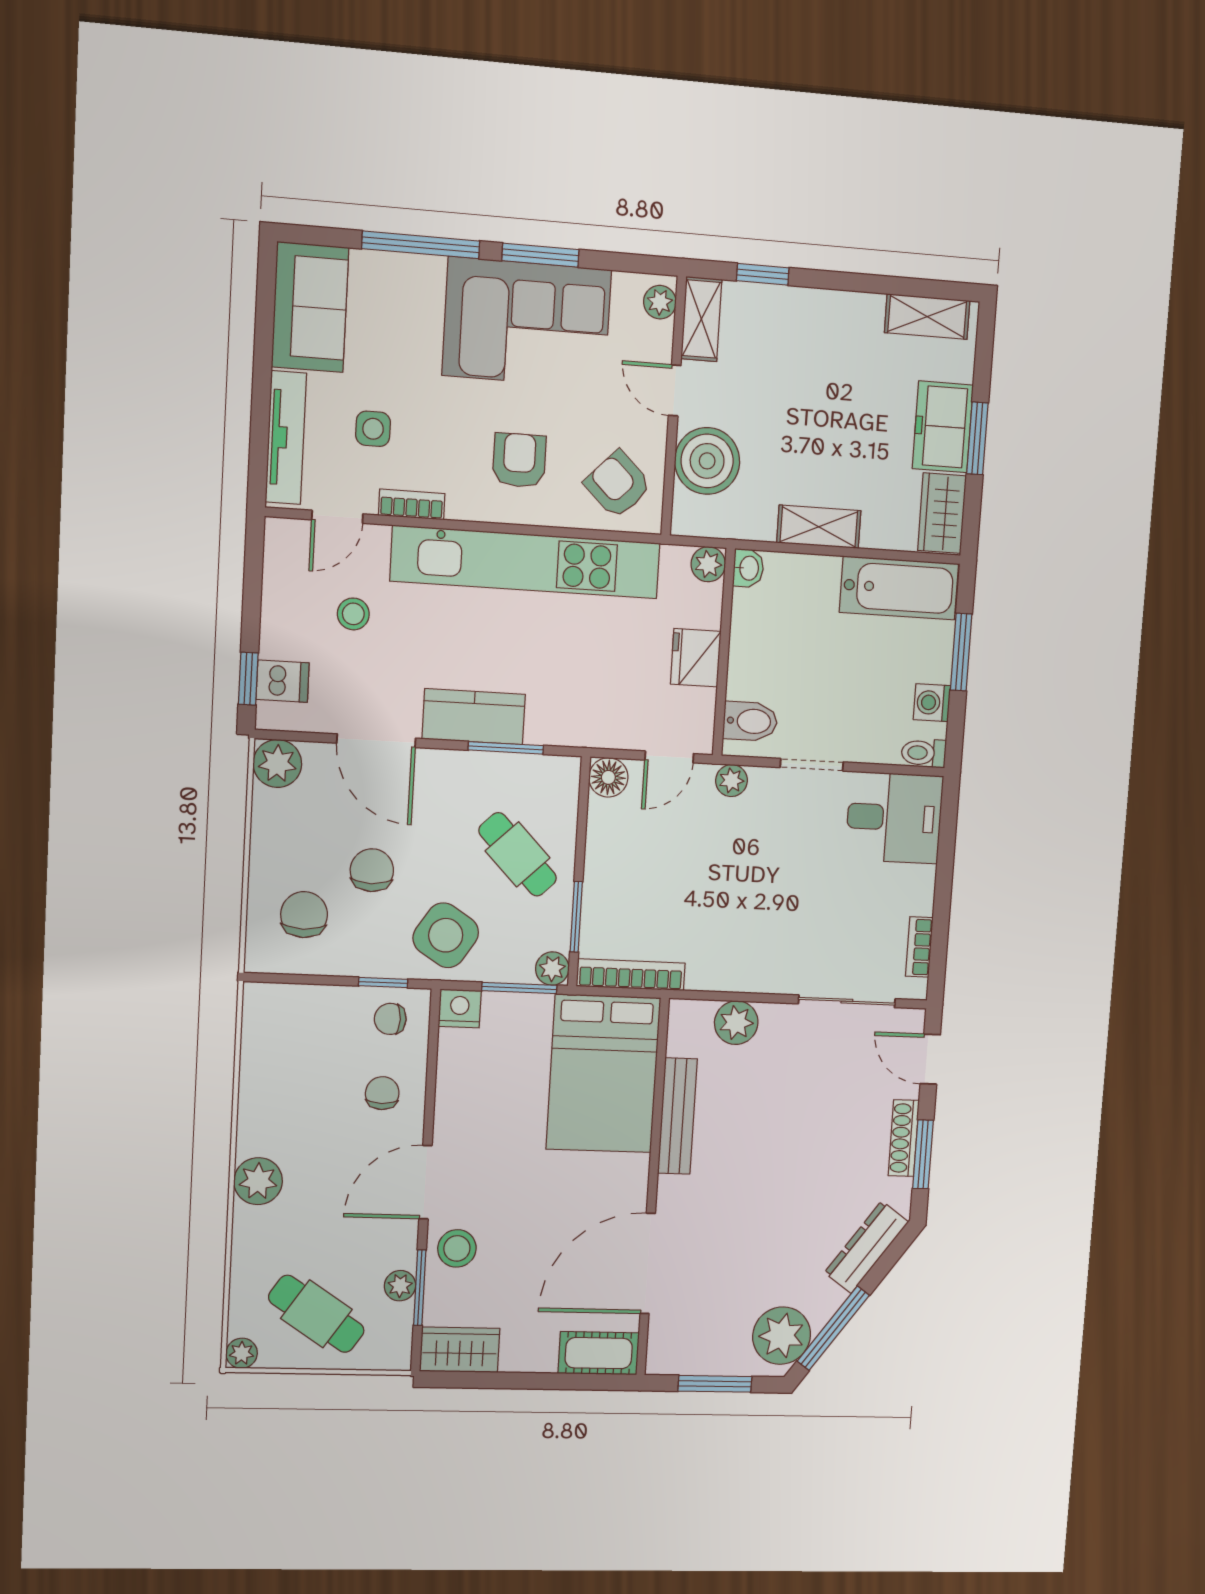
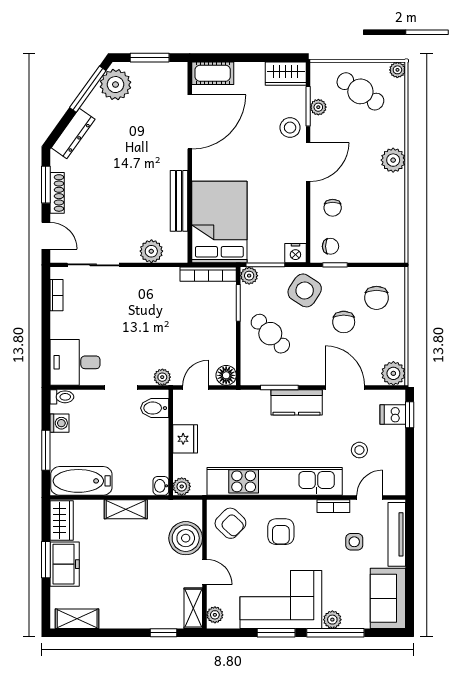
plant: (426, 273) -> (332, 620), added

